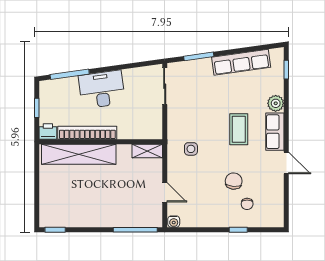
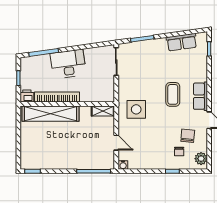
row of seats: (241, 62) -> (182, 42), width x0.68
plant: (276, 103) -> (201, 159), moved
side table: (191, 149) -> (136, 109), width x1.87, depth x1.87
chair: (234, 181) -> (188, 136), moved

